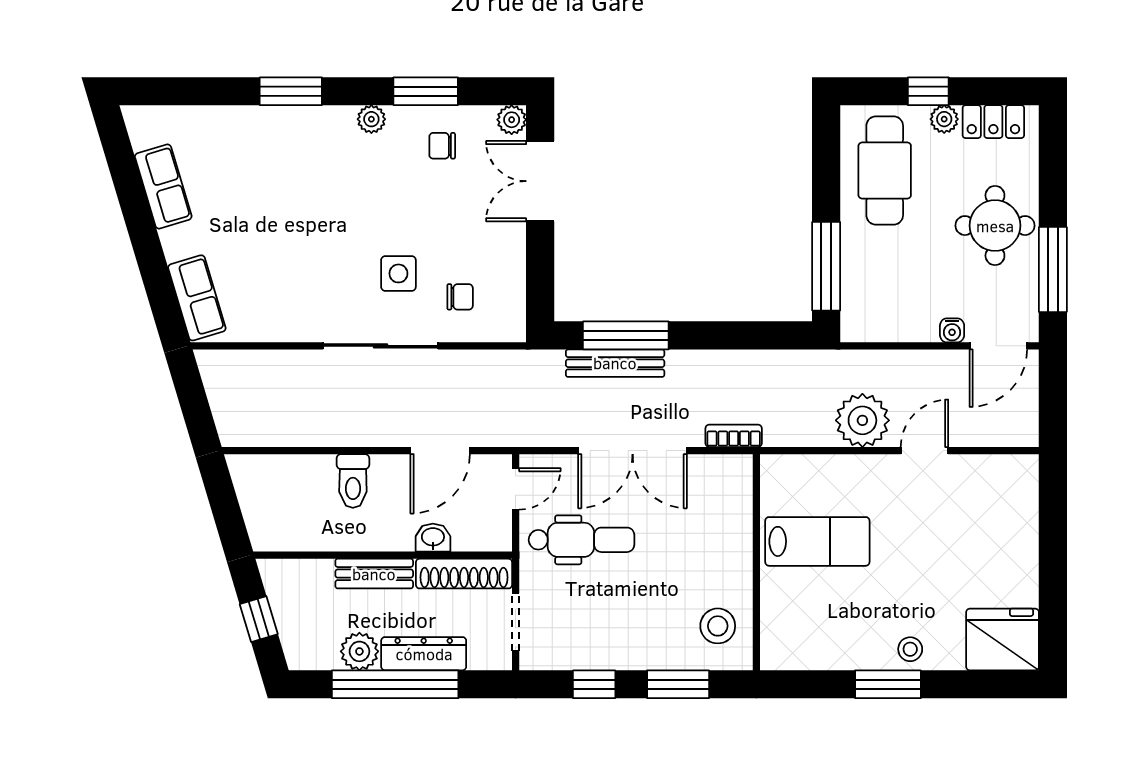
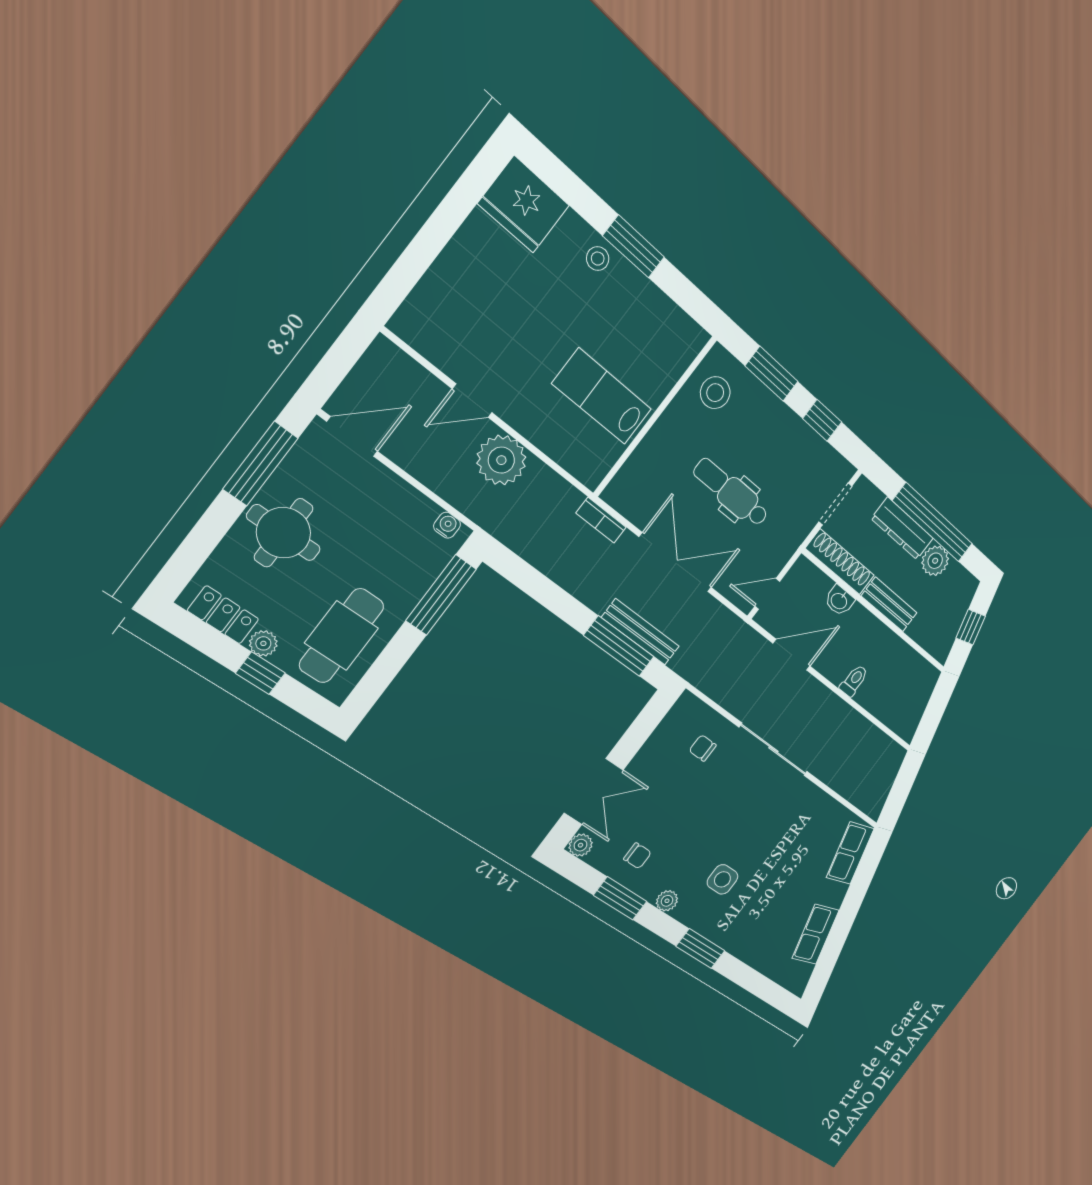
side table: (398, 273) -> (722, 879), moved
water cooler: (952, 330) -> (447, 525), moved
toilet: (353, 481) -> (854, 681), width x0.73, depth x0.72
dental chair: (581, 540) -> (731, 492), moved

